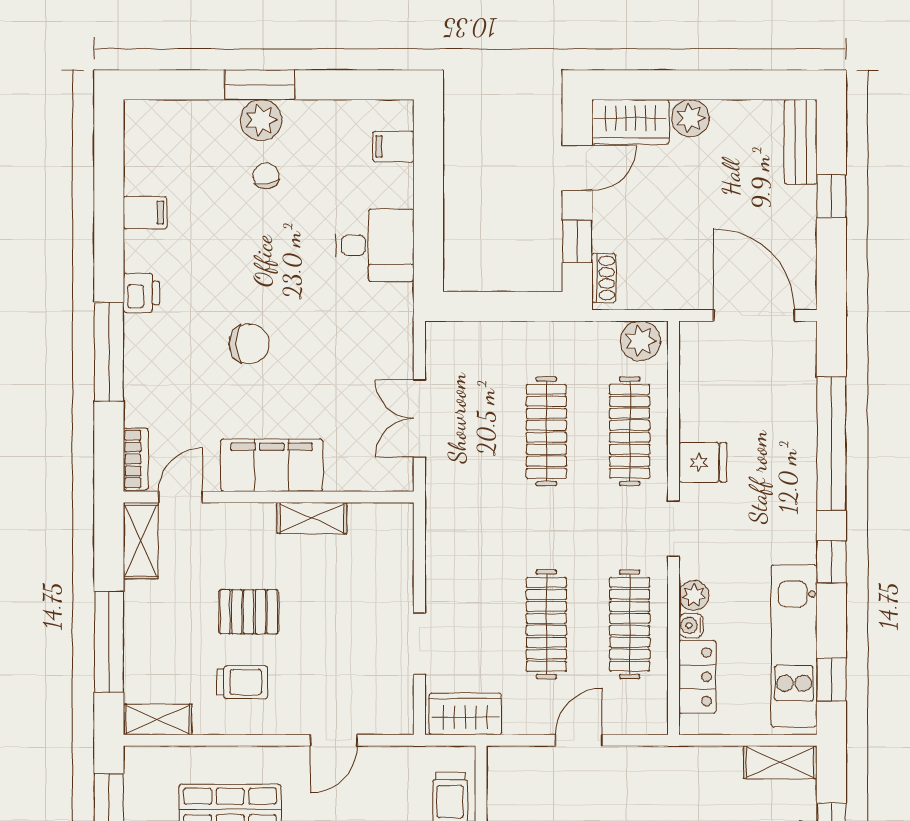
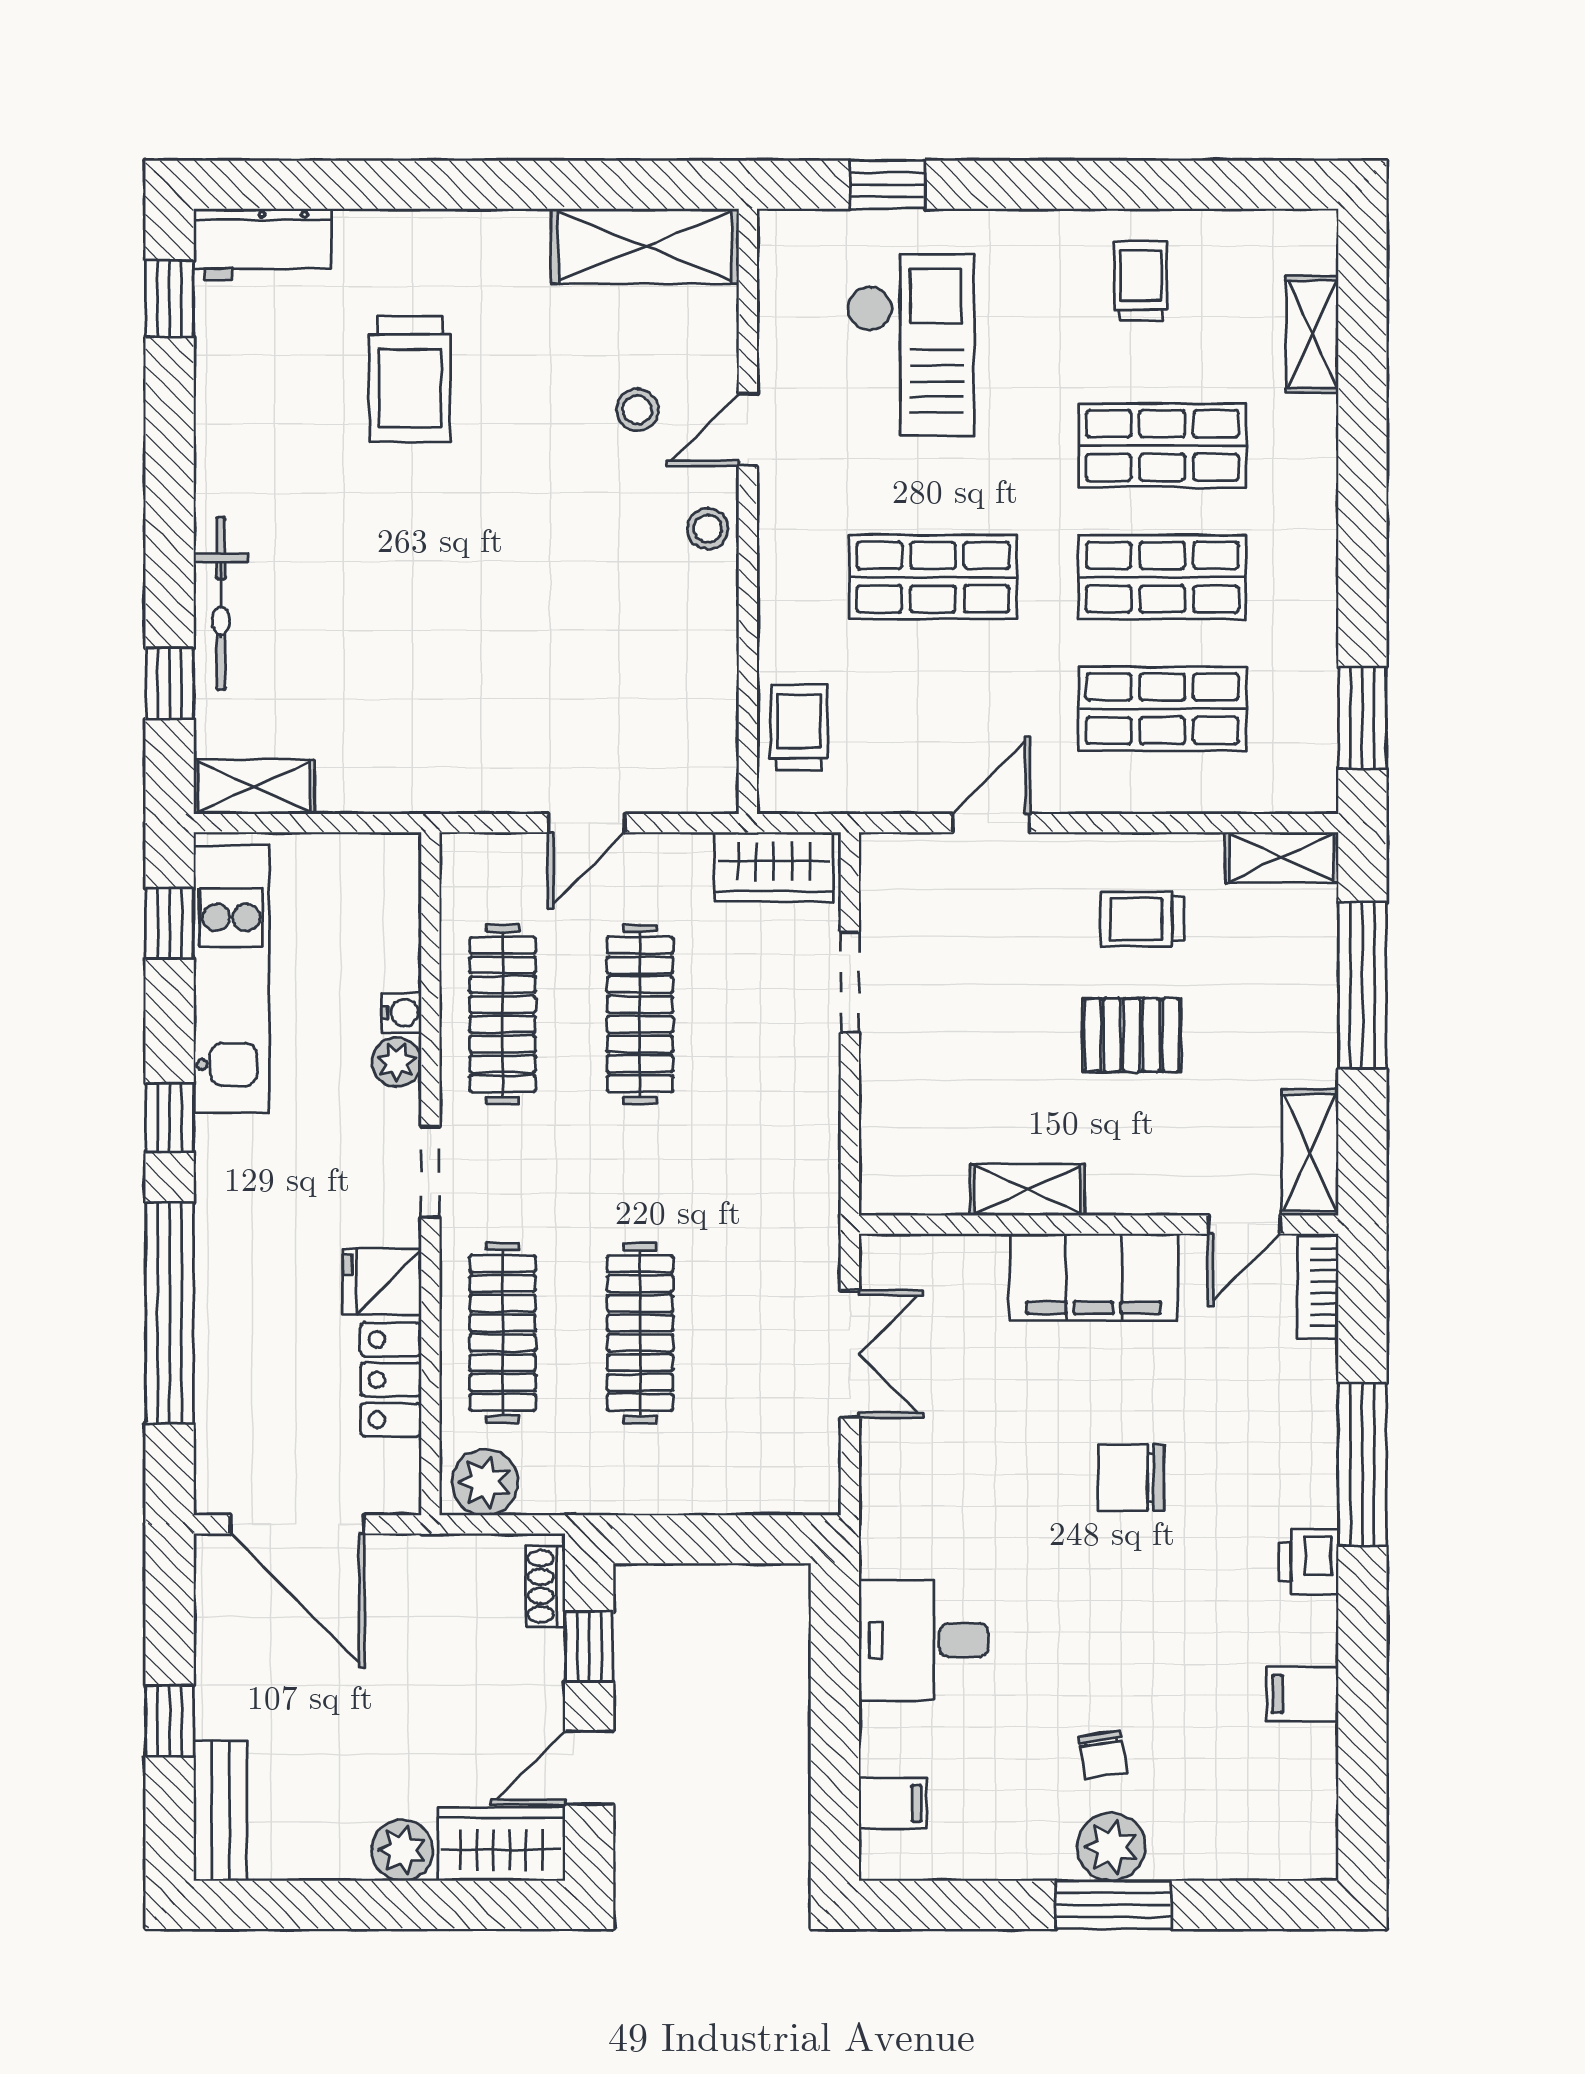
locker: (697, 677) -> (391, 1380), moved

